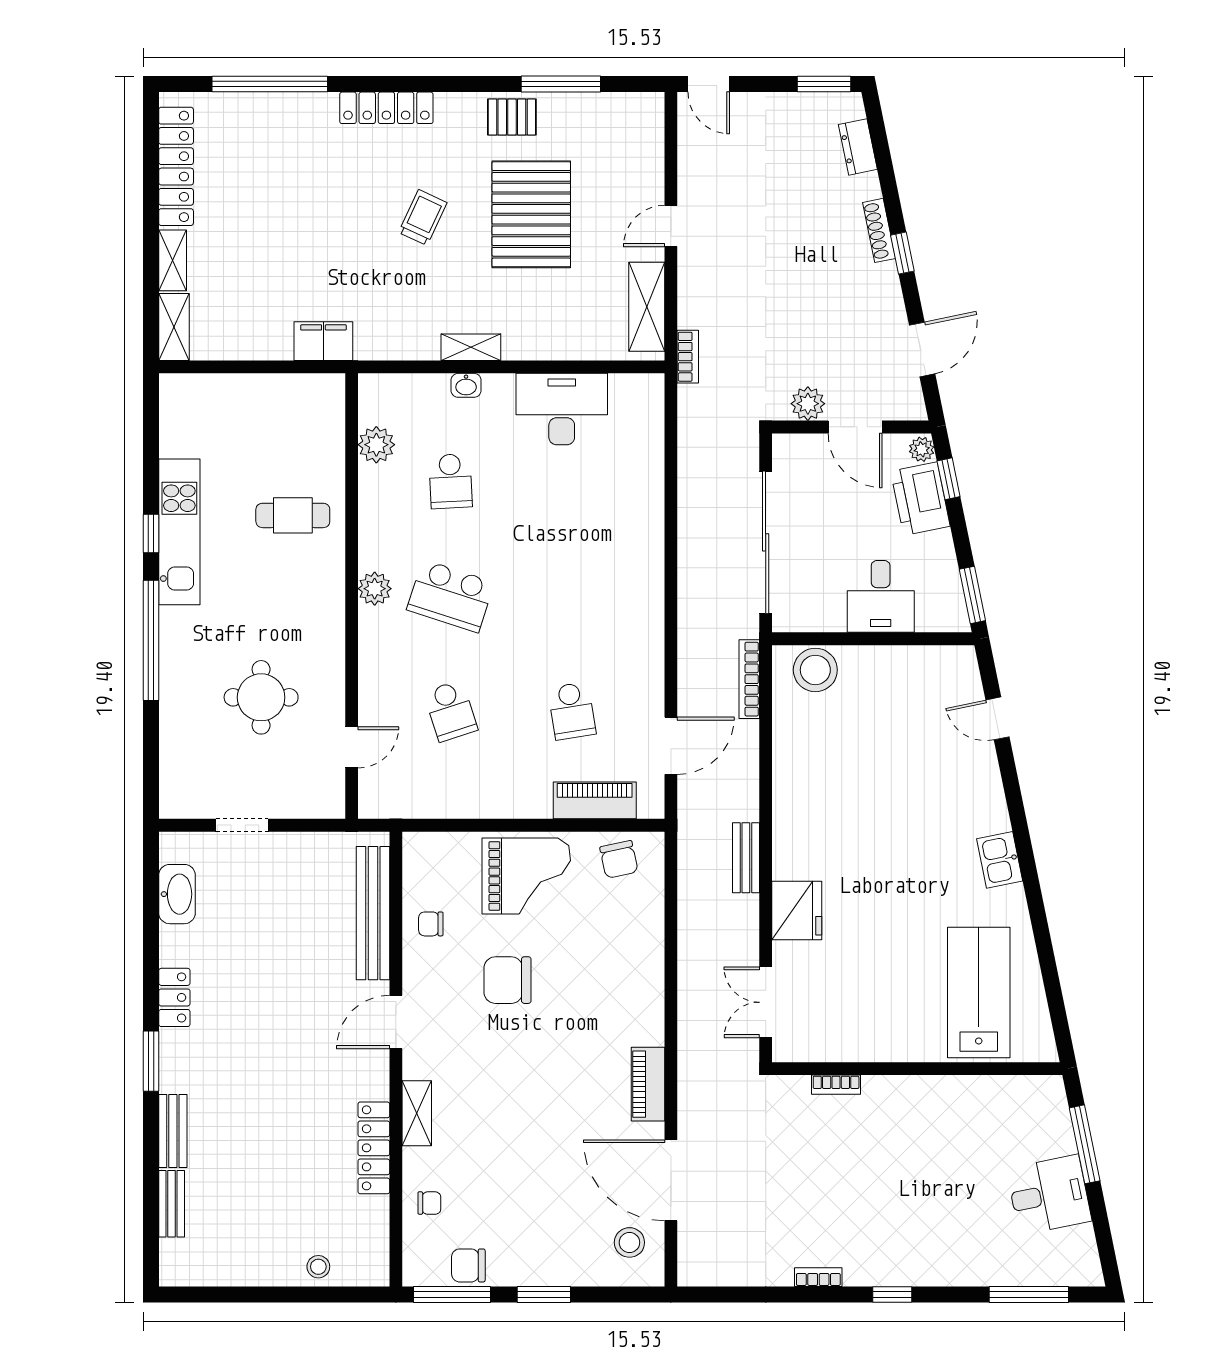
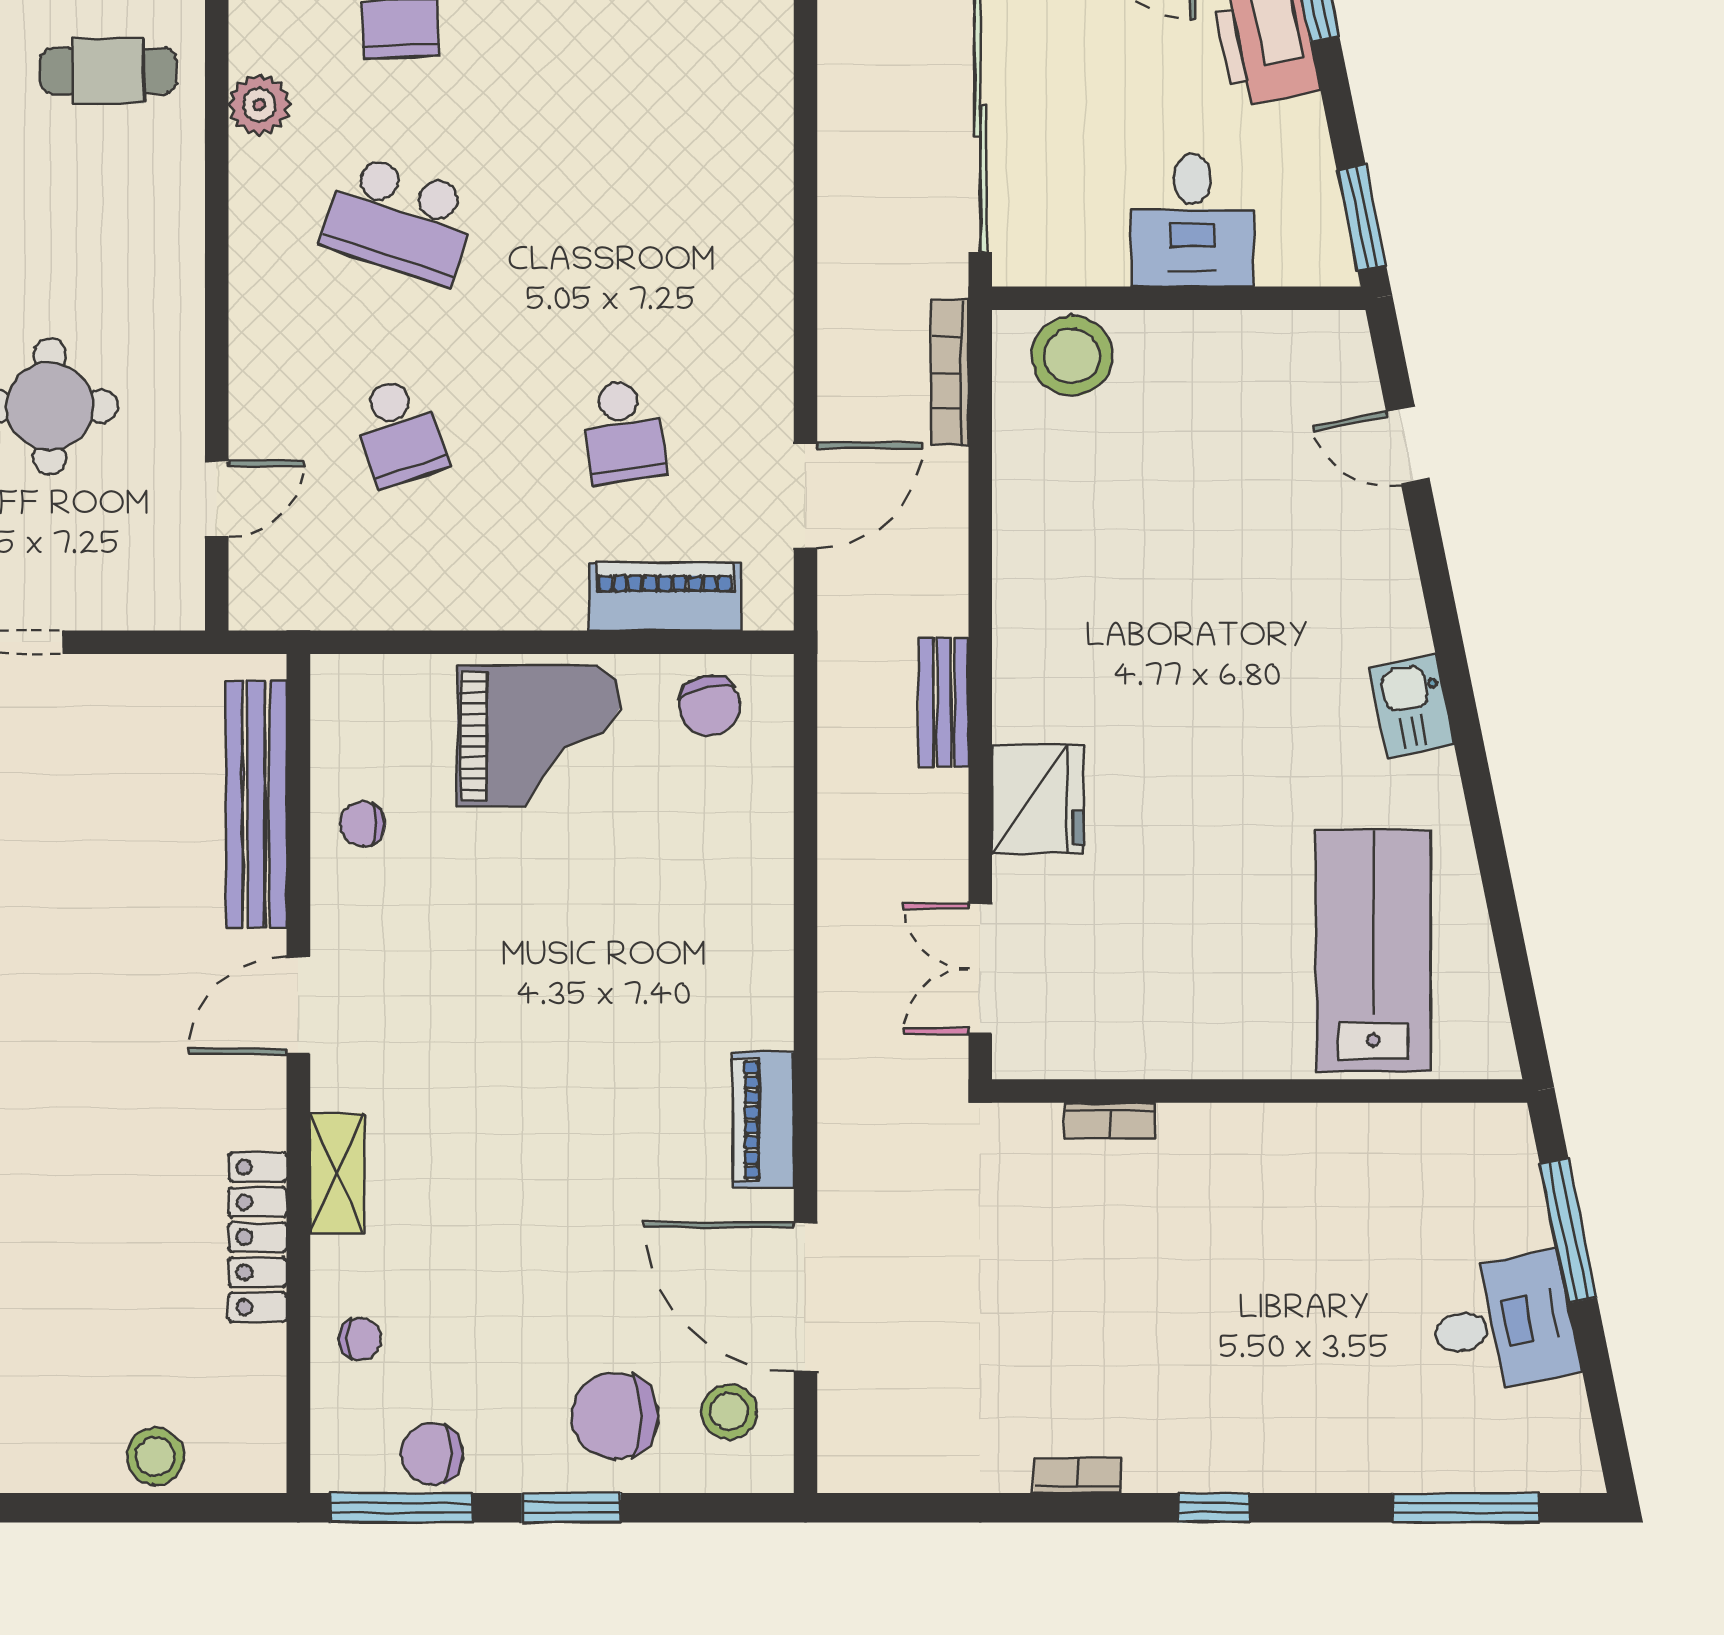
plant: (375, 589) -> (259, 105), moved
chair: (508, 980) -> (615, 1416), moved
stool: (318, 1267) -> (155, 1456), width x1.37, depth x1.37

